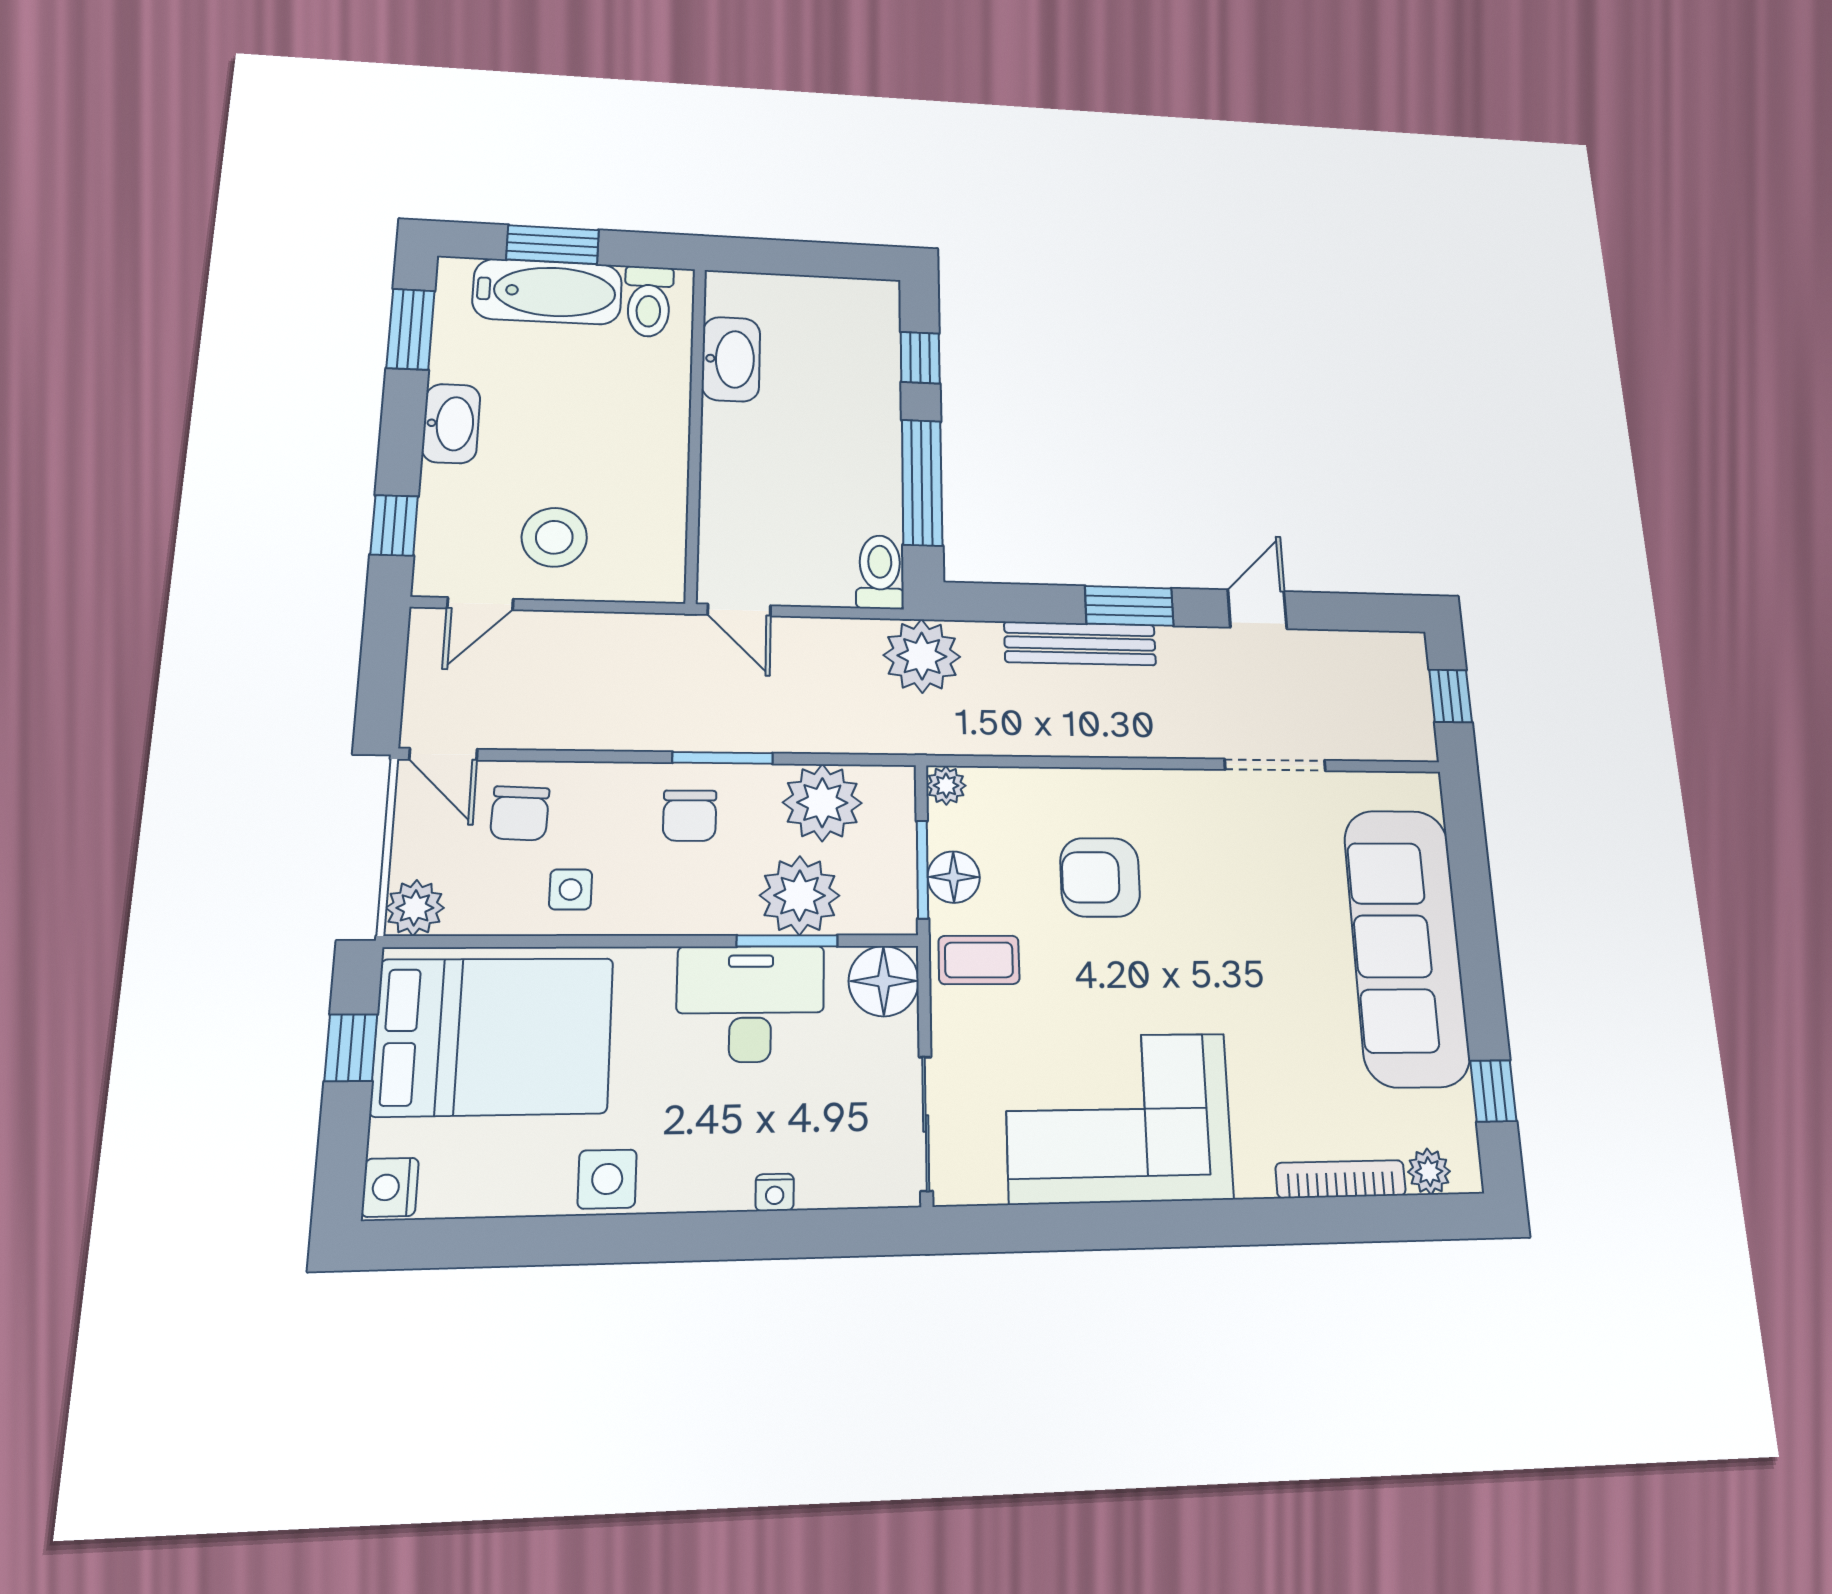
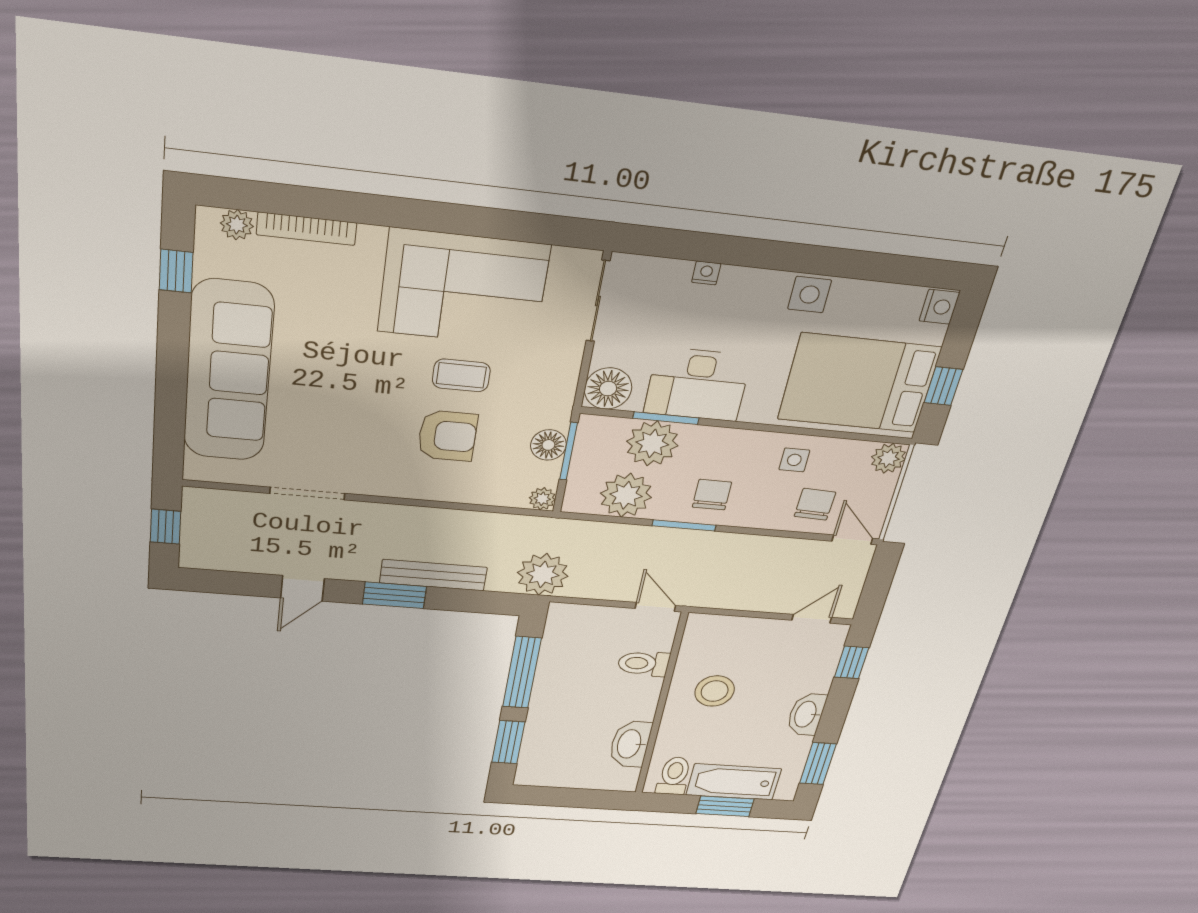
window: (920, 358) -> (508, 742), width x1.50
stool: (554, 537) -> (715, 691), moved
toilet: (880, 572) -> (644, 664), moved, turned 90
coffee table: (979, 960) -> (461, 375), moved

